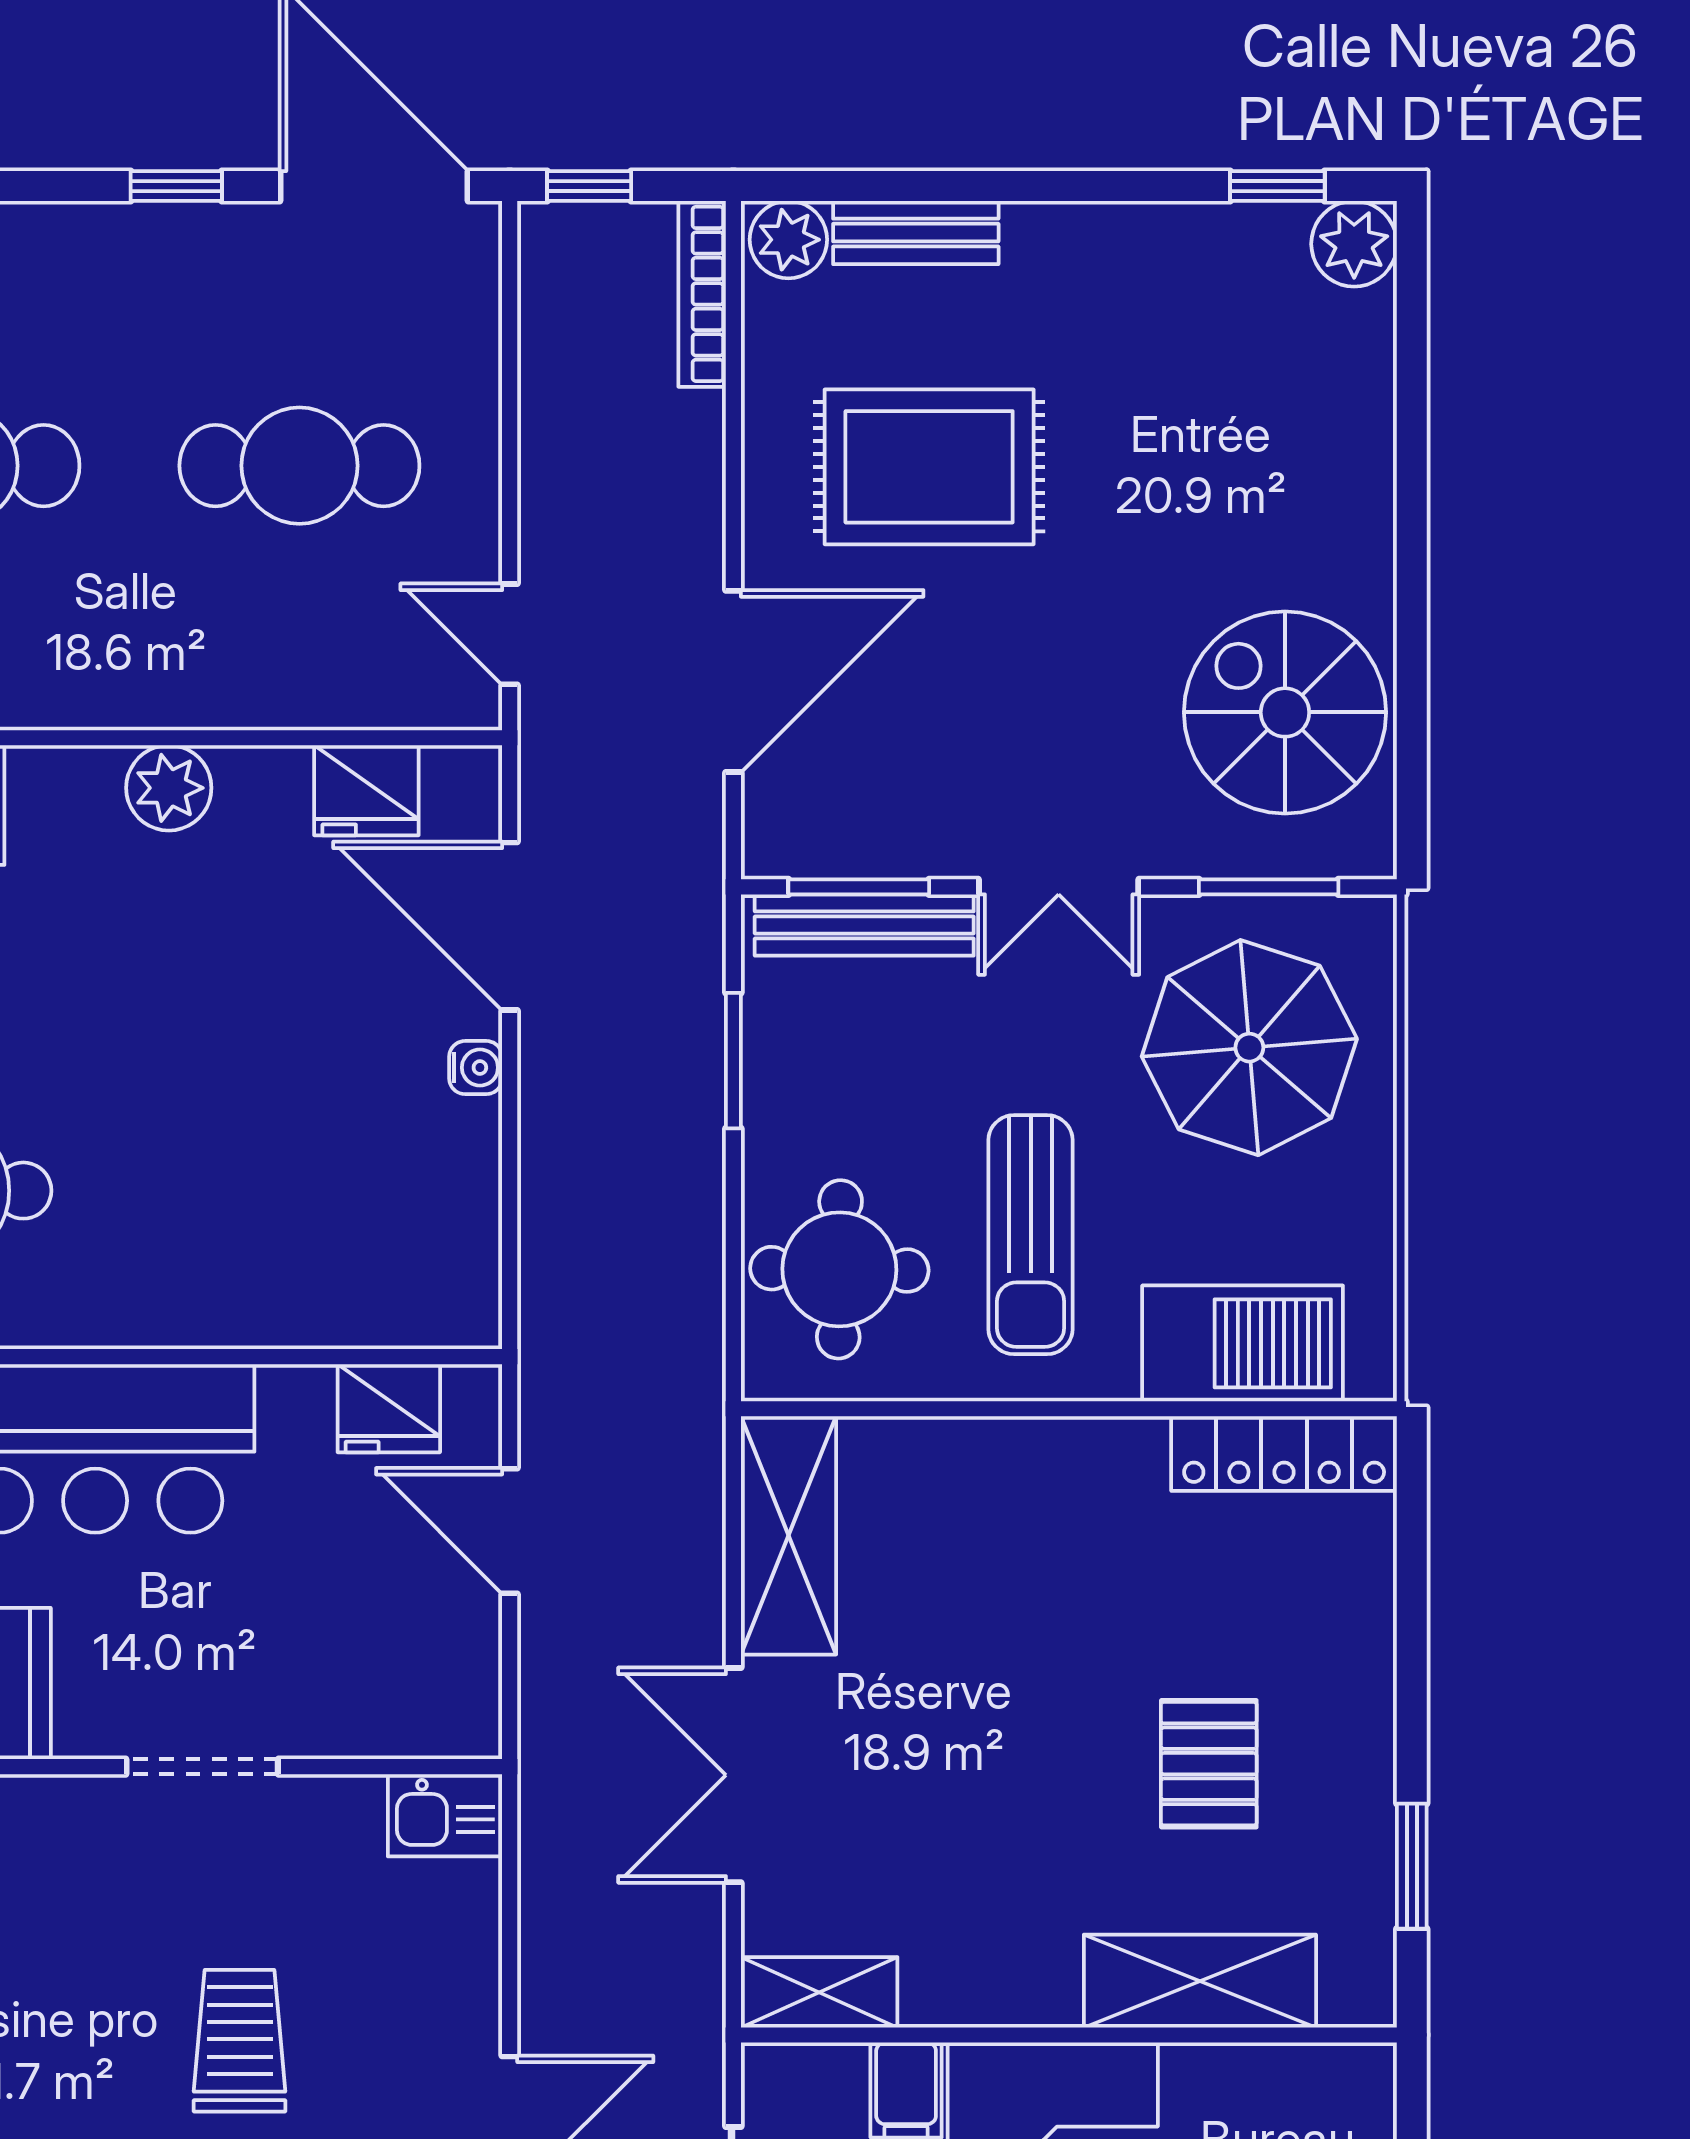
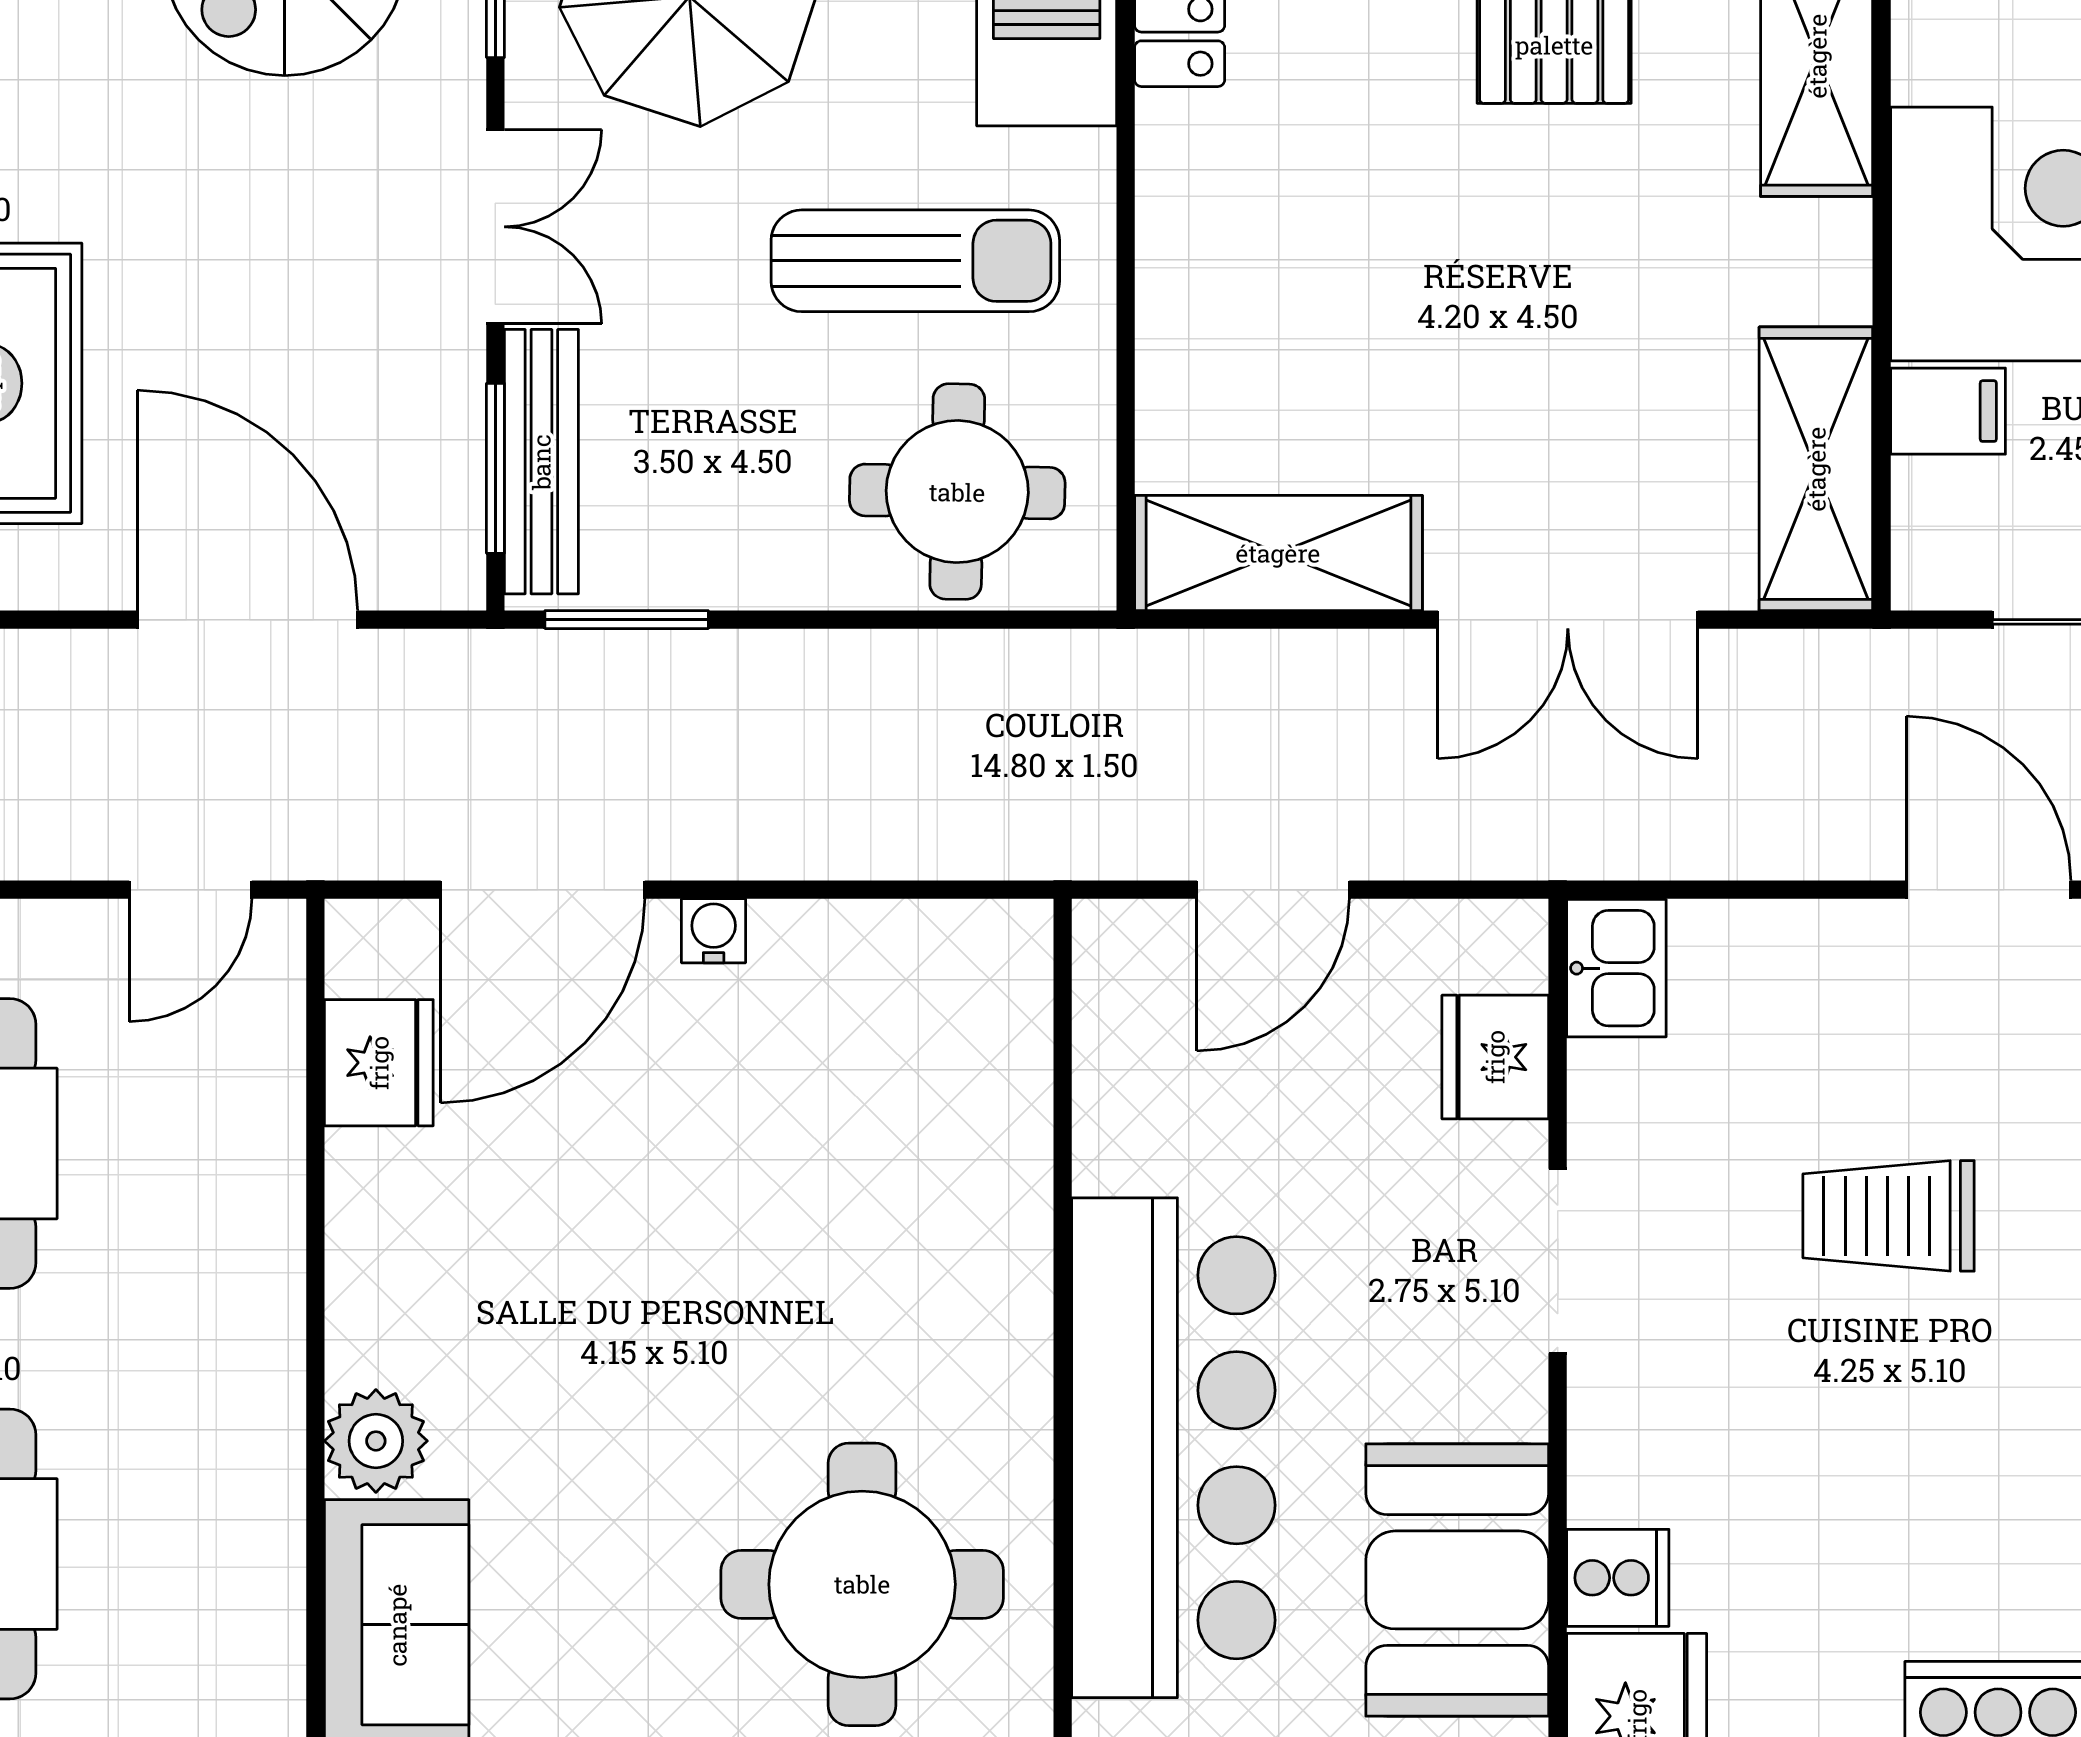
plant: (169, 788) -> (376, 1441), moved
window: (733, 1061) -> (627, 620), moved
fridge: (389, 1408) -> (1495, 1057), moved, turned 180
shelving: (819, 1992) -> (1816, 469), width x1.50, depth x1.33

